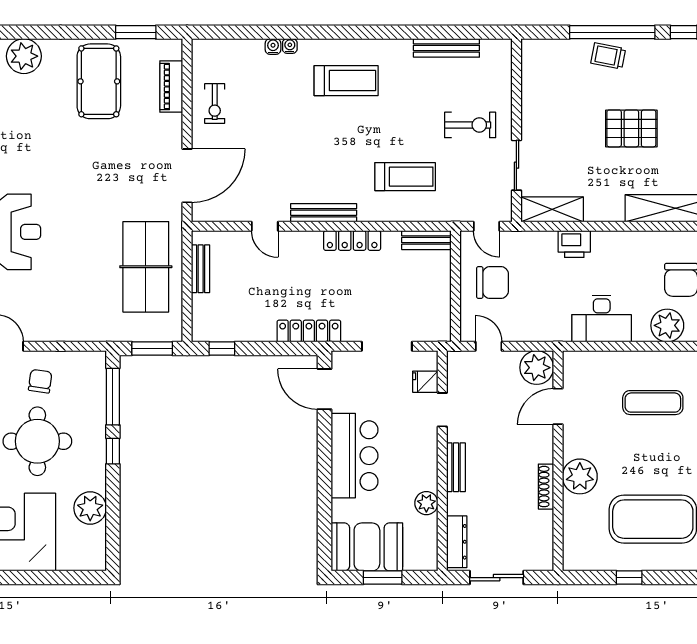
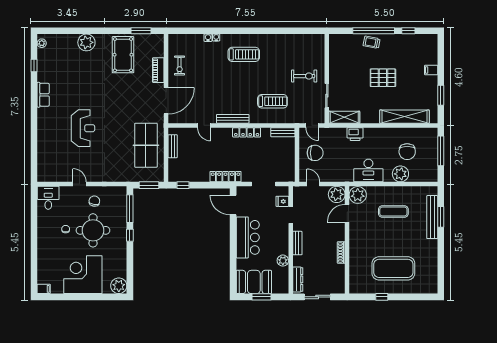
bench: (446, 48) -> (293, 38), removed
piano: (171, 87) -> (158, 70), moved
plant: (580, 476) -> (358, 195), moved
plant: (90, 508) -> (119, 286), moved

